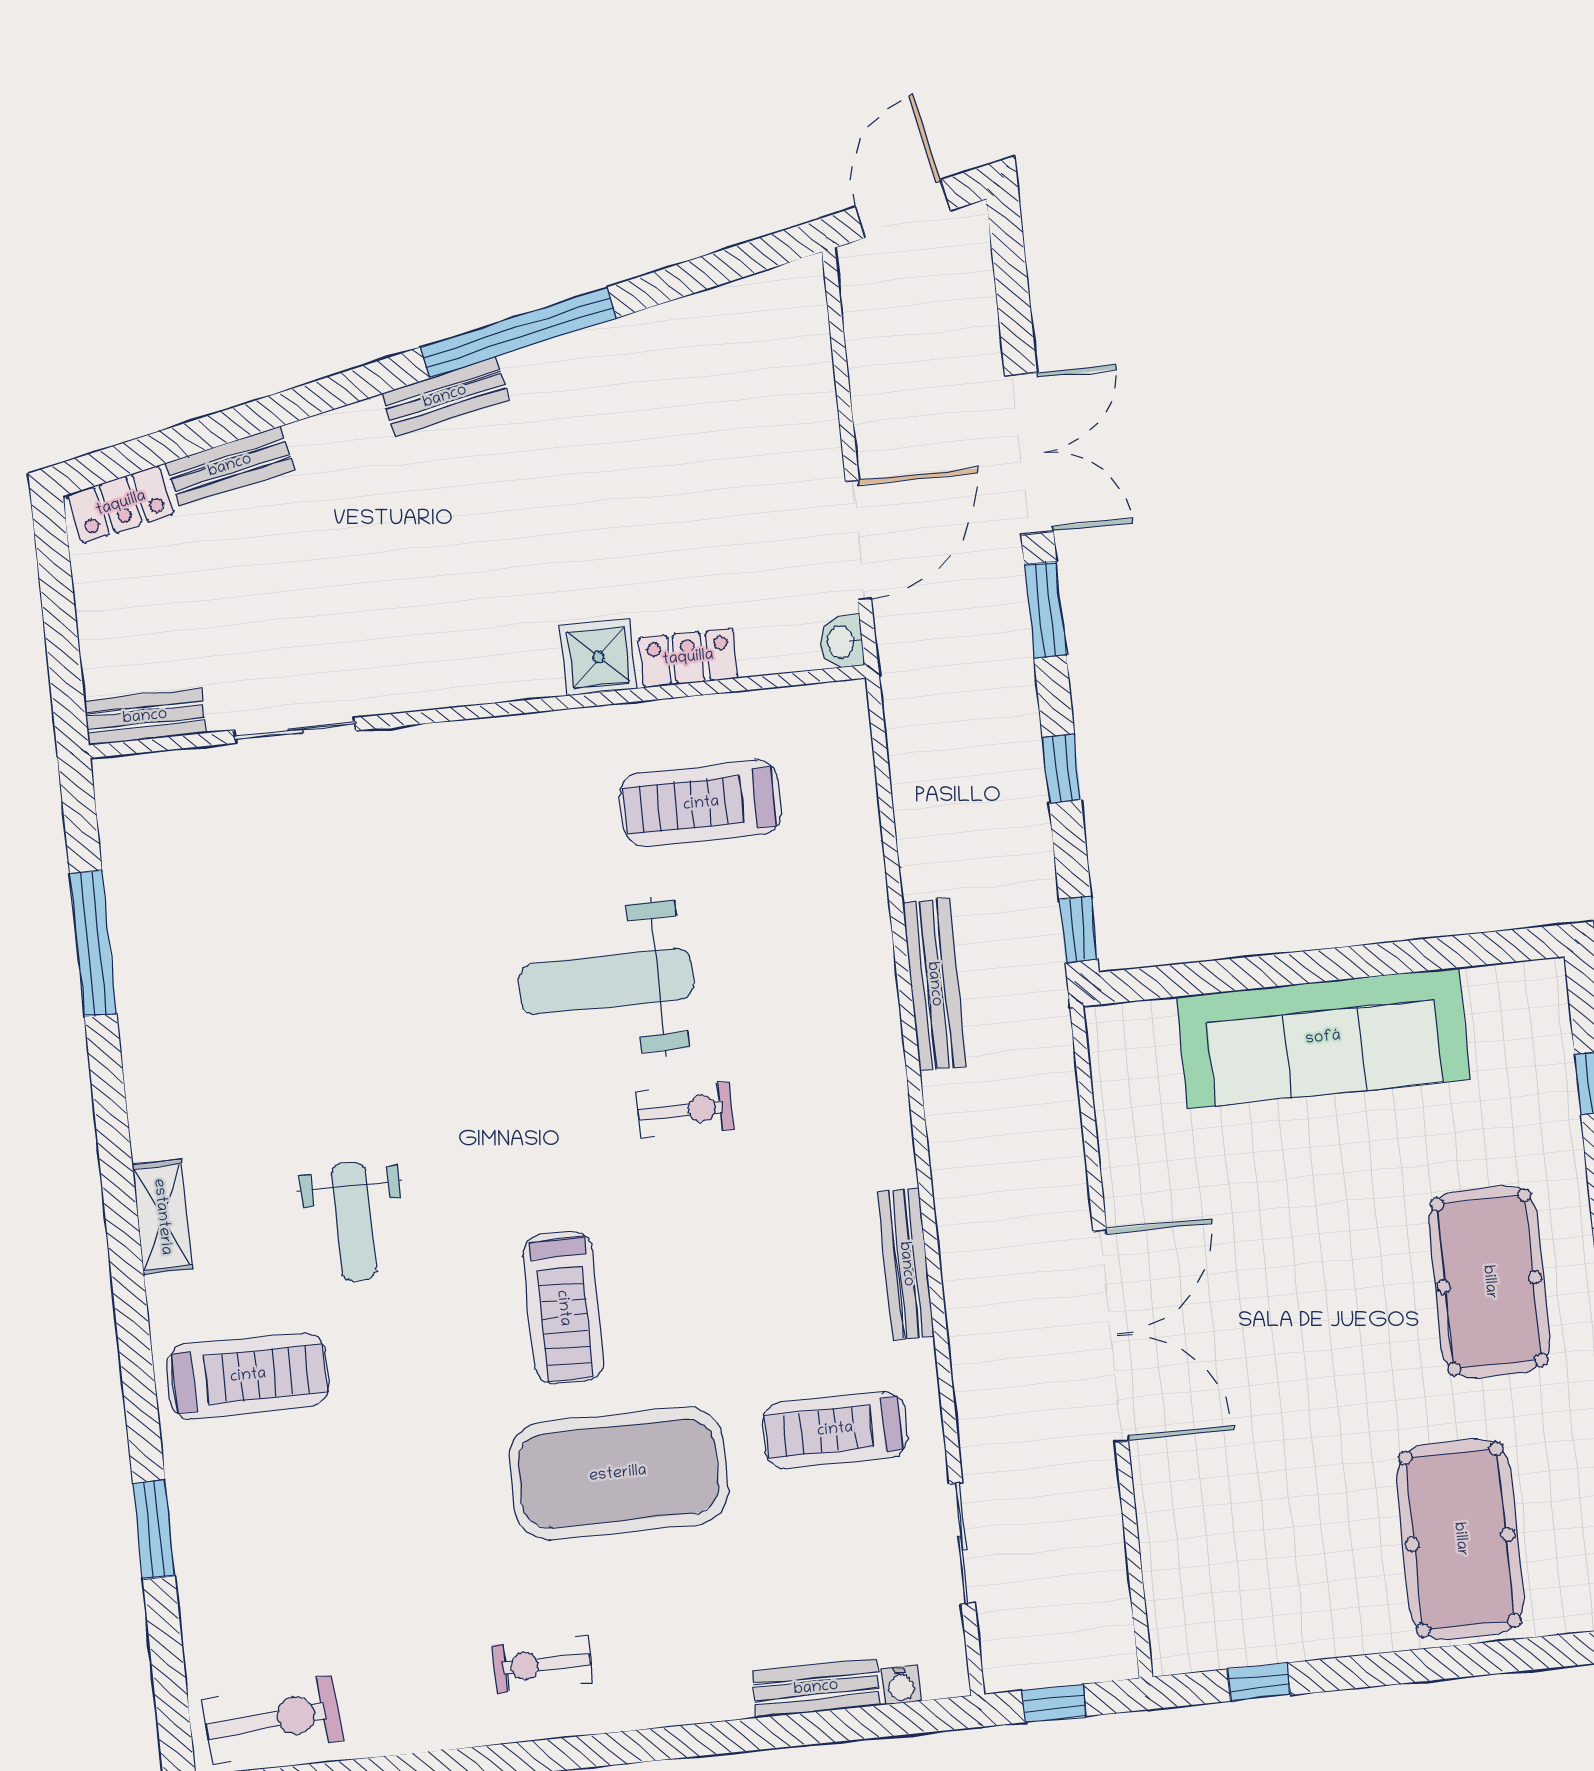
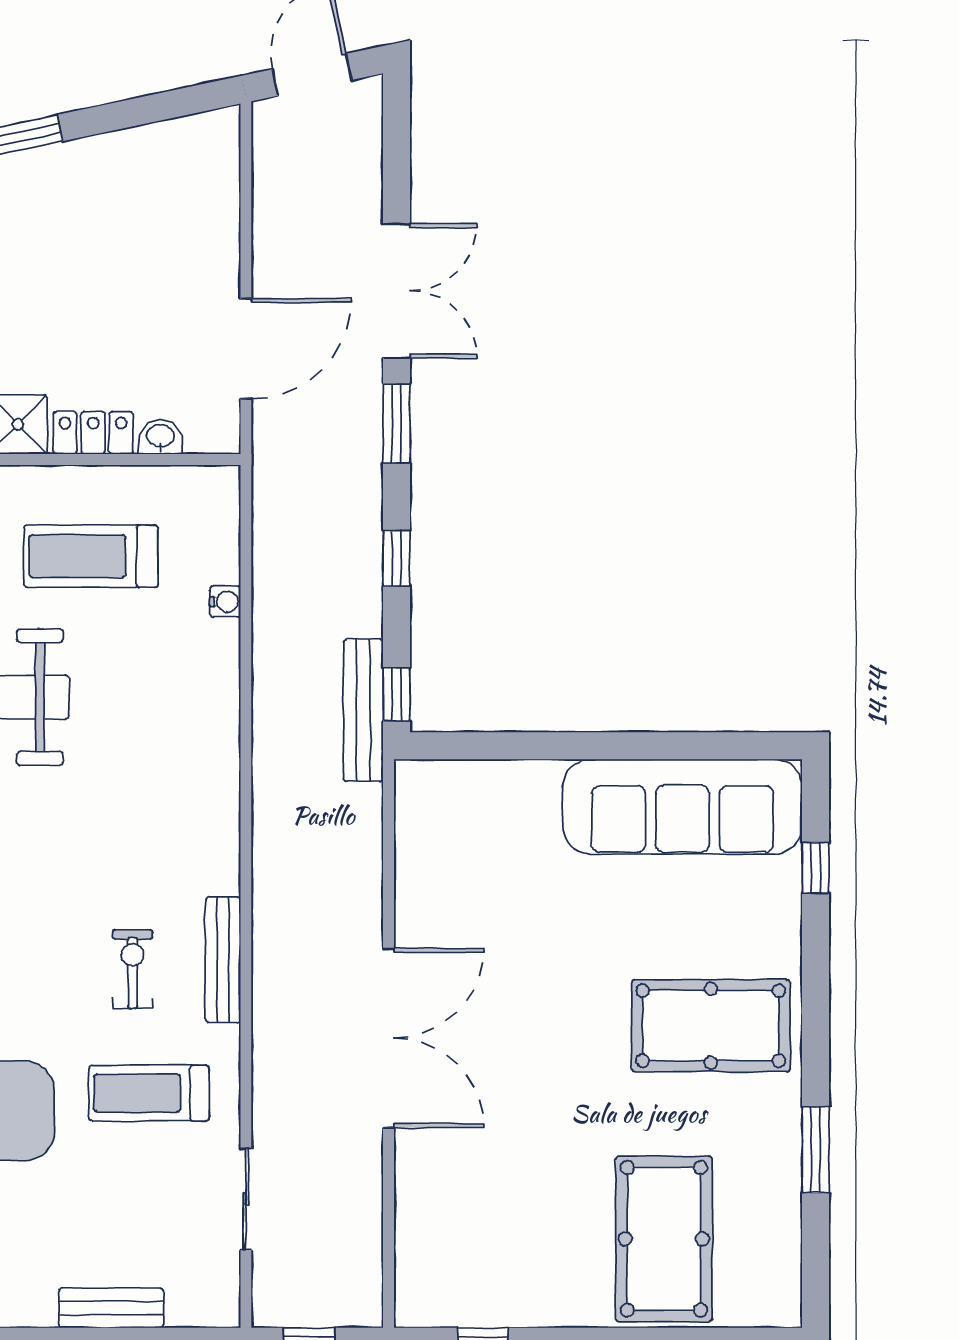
washbasin: (842, 642) -> (160, 437), moved, turned 90
bench: (934, 984) -> (363, 710), moved
sofa: (1323, 1038) -> (682, 807), moved
exercise bike: (685, 1110) -> (133, 969), moved, turned -90
pool table: (1489, 1282) -> (711, 1026), turned 90
water cooler: (901, 1685) -> (225, 602), moved, turned -90

